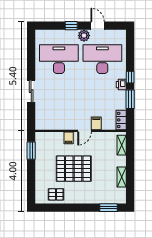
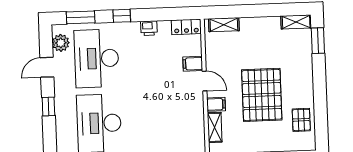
plant: (84, 36) -> (61, 43), moved
printer: (121, 85) -> (149, 28), moved
window: (130, 99) -> (81, 17), moved
shelving: (53, 136) -> (215, 127), added
shelving: (122, 177) -> (296, 22), moved

